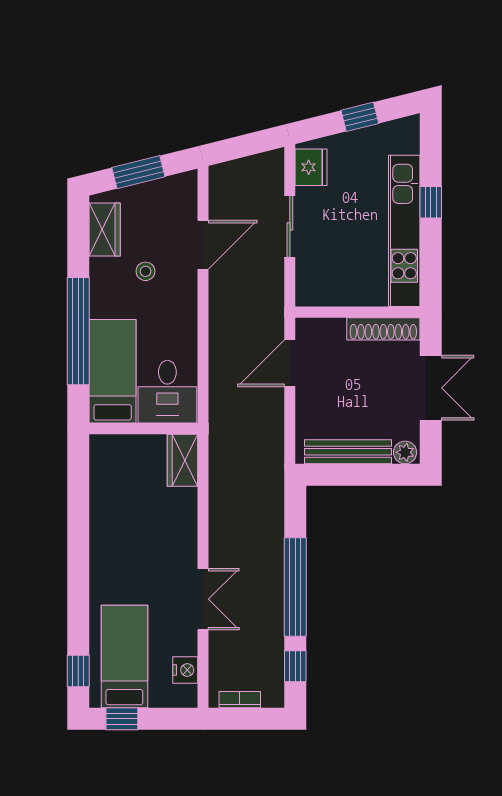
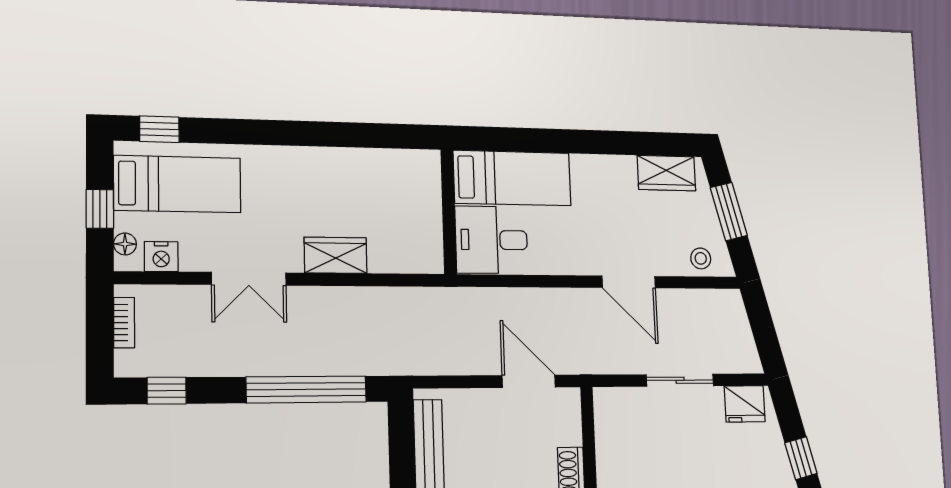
door: (203, 245) -> (629, 282), moved
stool: (145, 271) -> (701, 258), moved
window: (78, 331) -> (555, 141), removed
wardrobe: (182, 460) -> (336, 255), moved
window: (295, 587) -> (306, 389), moved
floor lamp: (175, 699) -> (125, 244), added
window: (122, 719) -> (100, 209), moved

